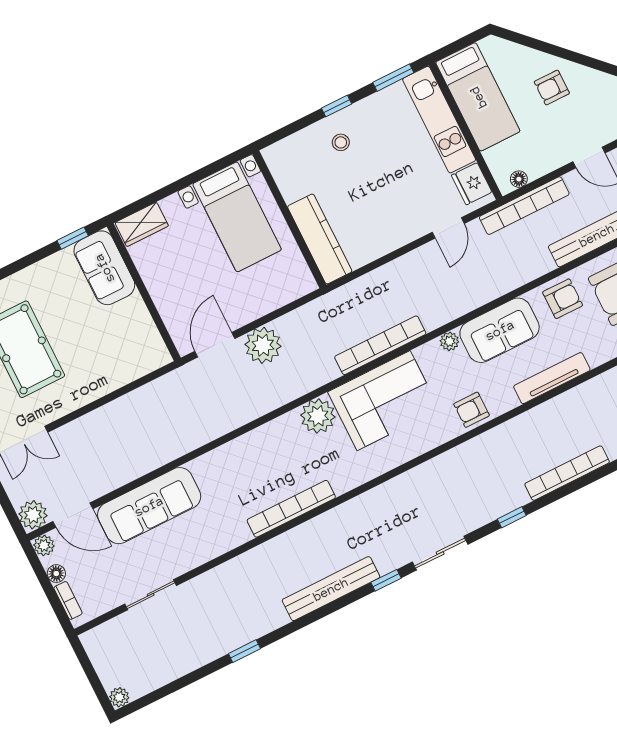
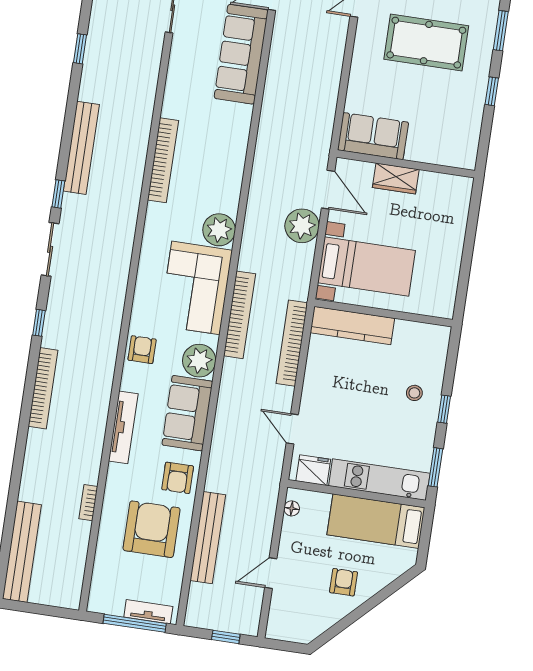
bookcase: (524, 206) -> (292, 343), moved
bed with nightstands: (237, 217) -> (367, 267), moved, turned 180
wardrobe: (142, 224) -> (396, 179), moved, turned -90
window: (73, 238) -> (492, 91), moved
sofa: (104, 268) -> (373, 136), moved
plant: (449, 341) -> (199, 361), width x1.88, depth x1.88

